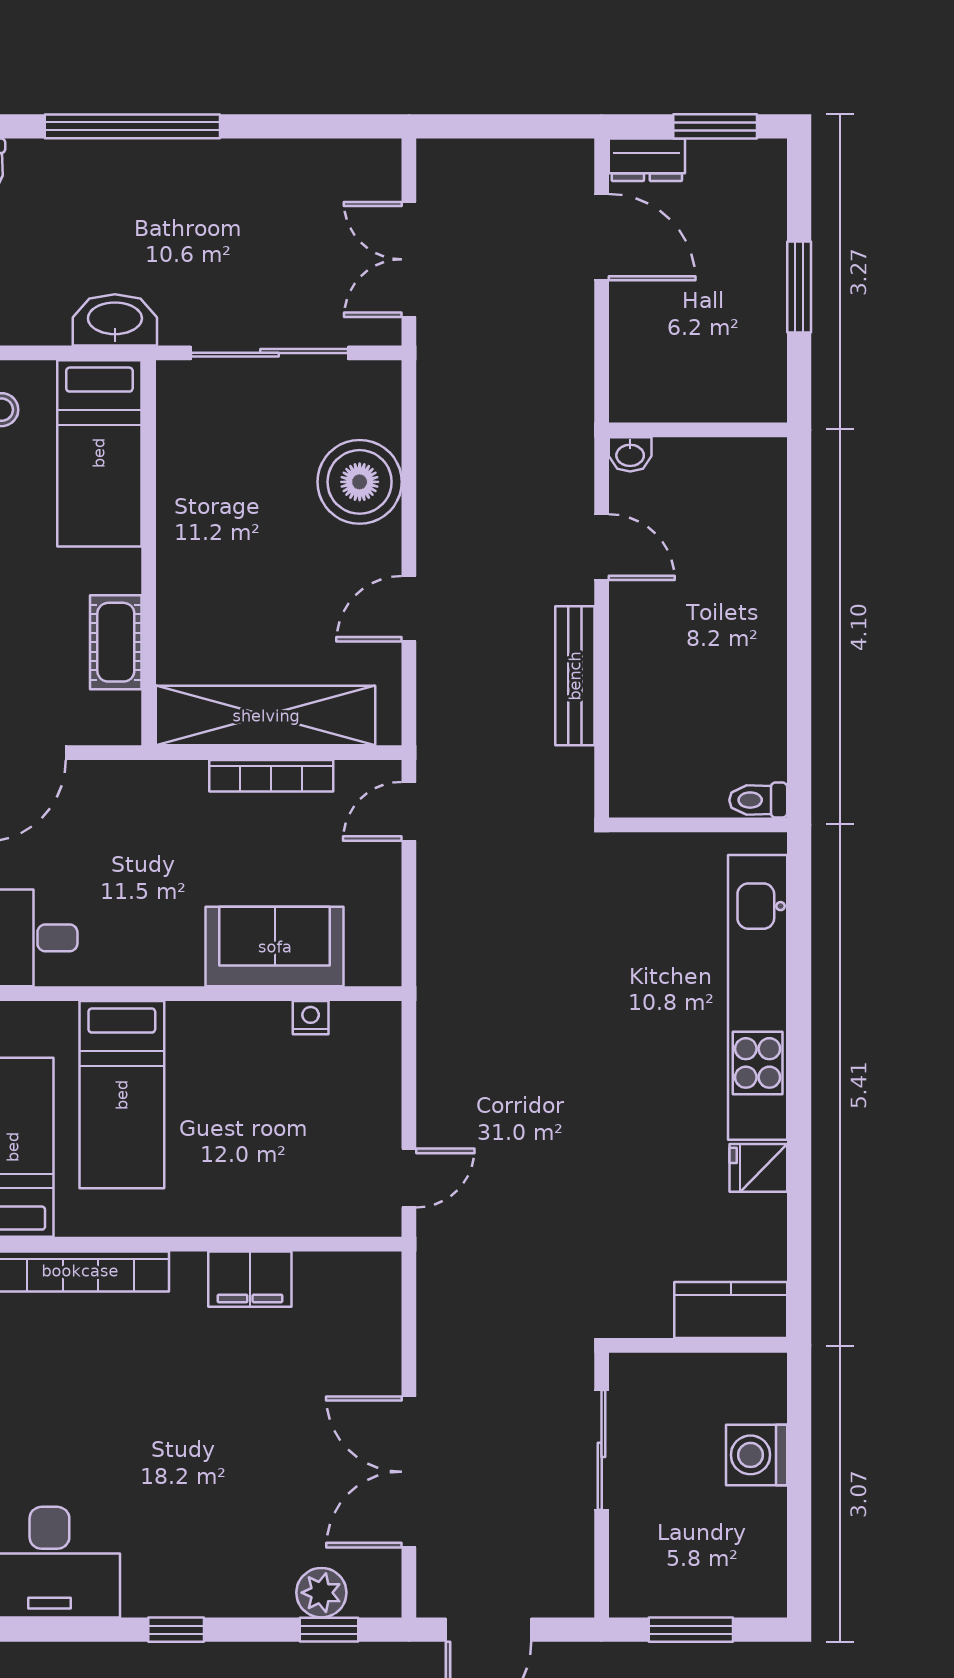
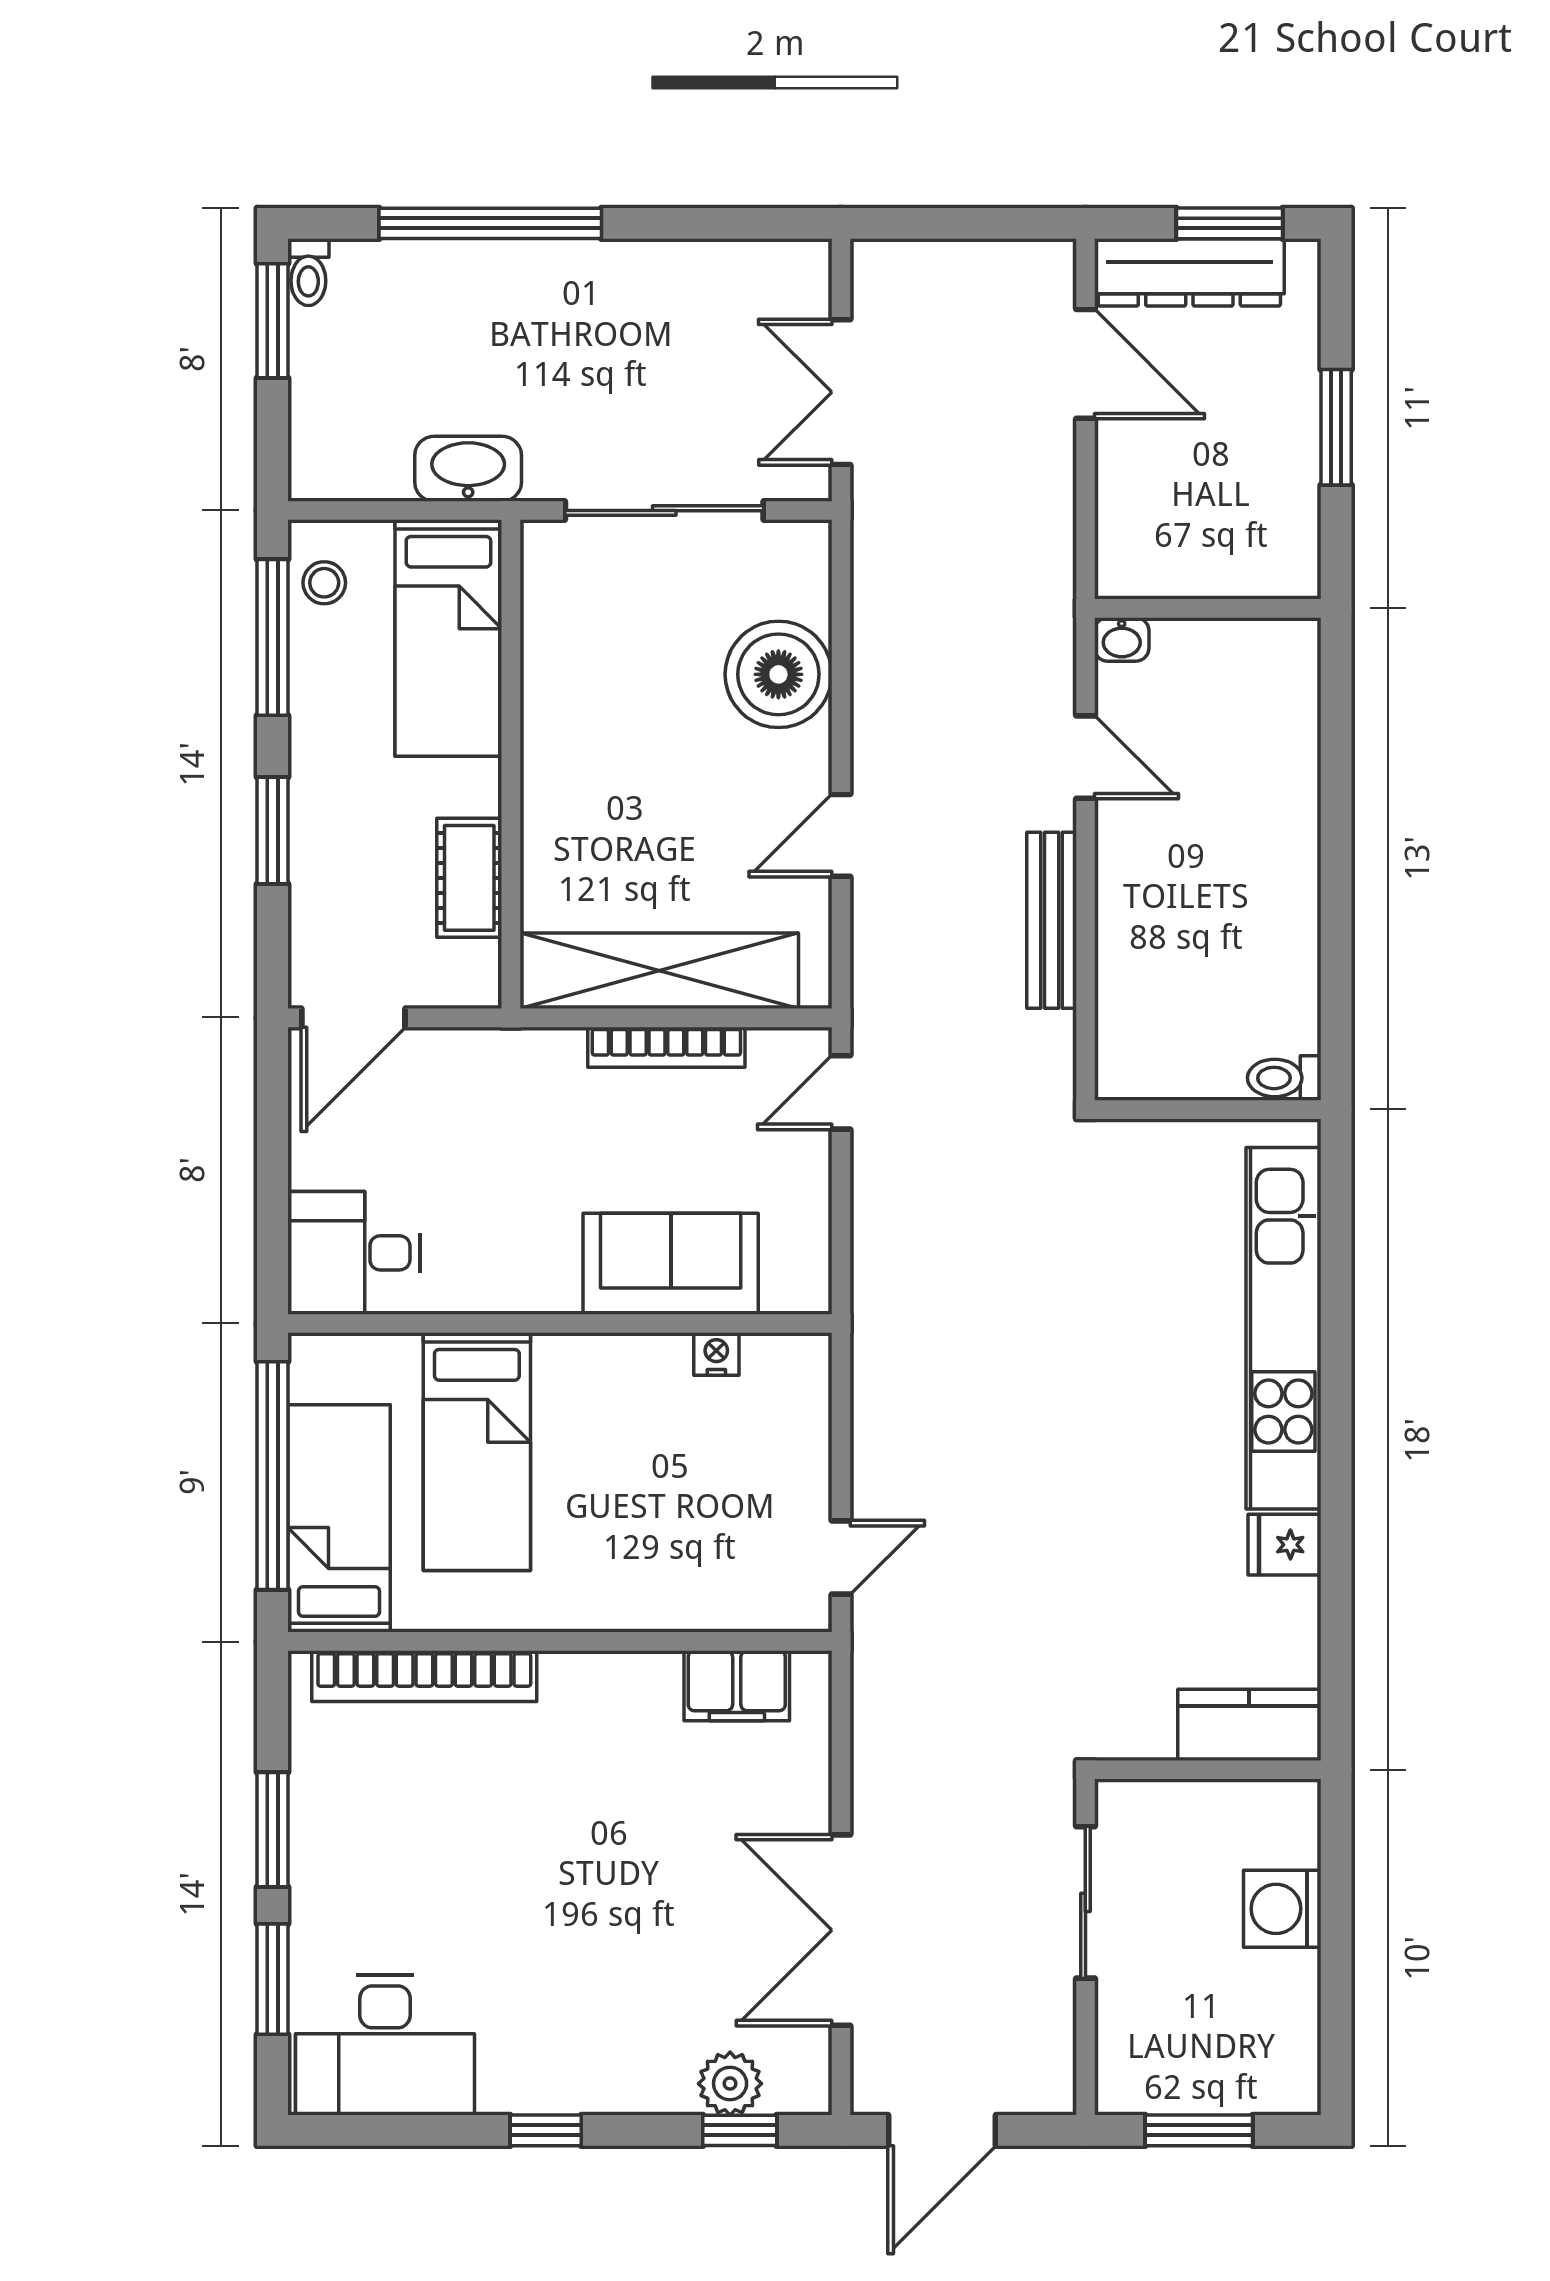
dresser: (647, 160) -> (1189, 272), width x1.96, depth x1.24
filing cabinet: (250, 1279) -> (737, 1686), moved

